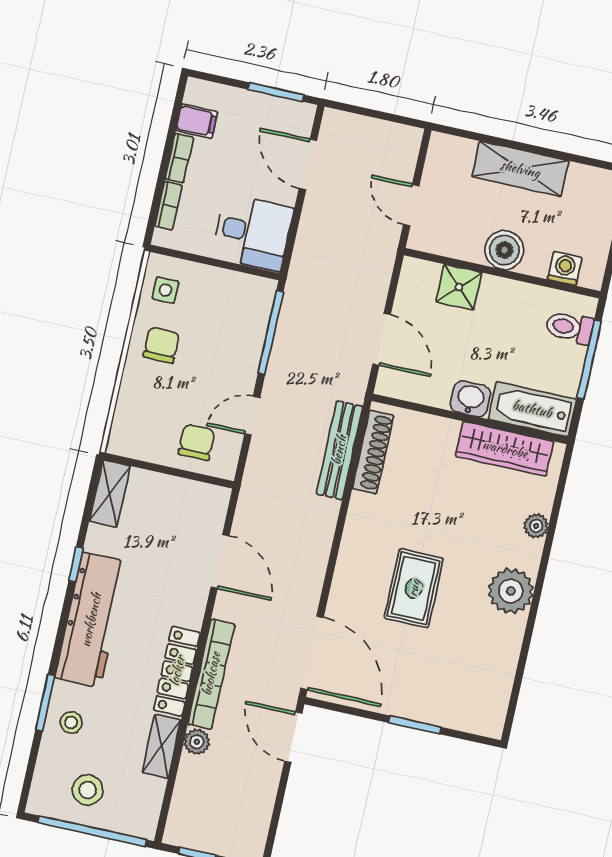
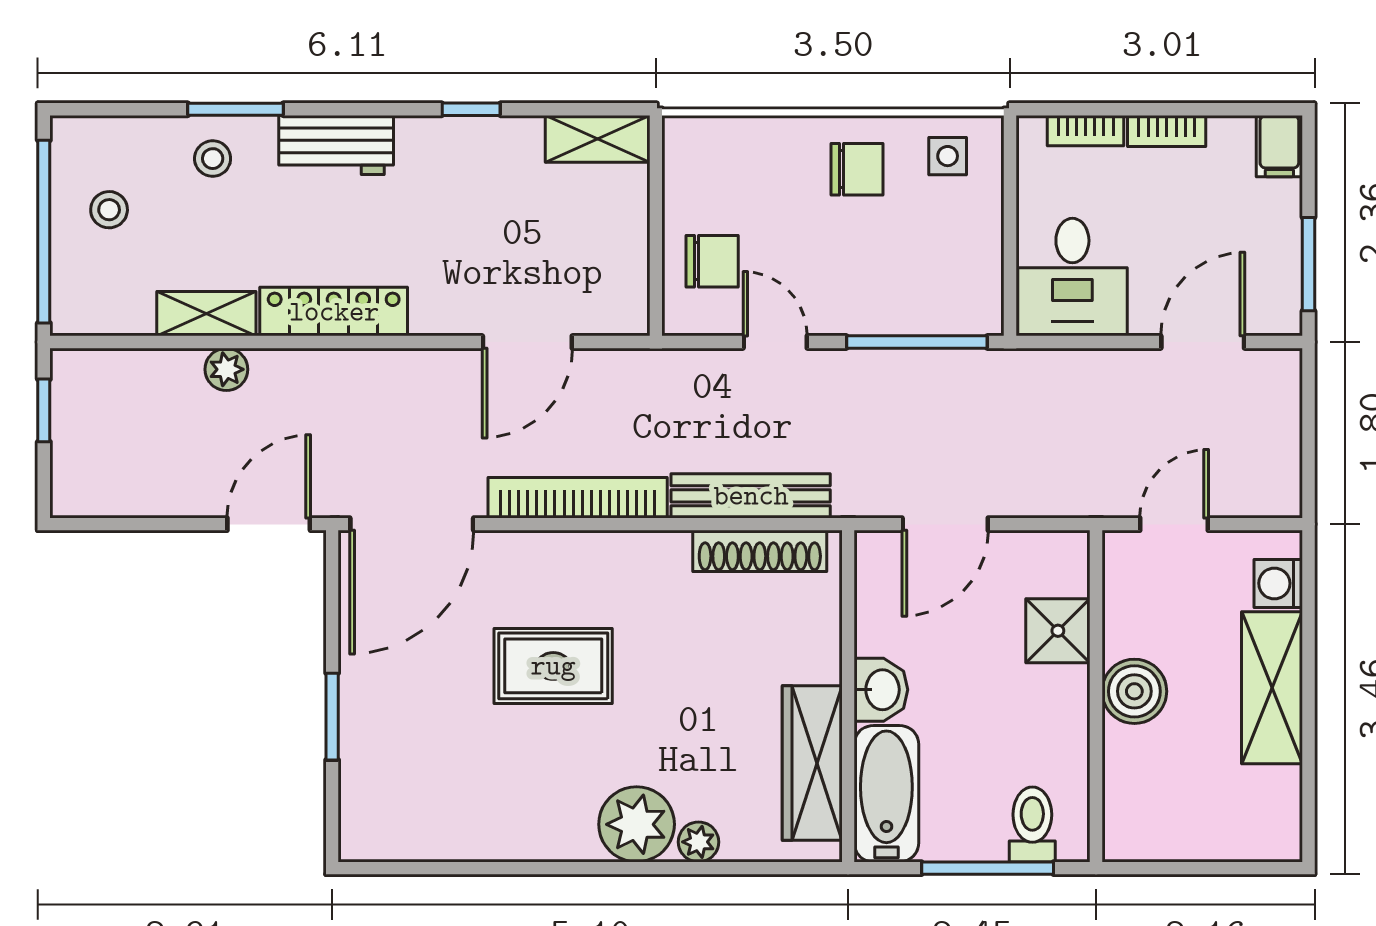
filing cabinet: (197, 121) -> (1279, 146), moved
washing machine: (565, 268) -> (1278, 583), moved, turned 180
plant: (511, 591) -> (637, 824), moved
workbench: (91, 620) -> (336, 145), width x0.53, depth x0.76
bookcase: (211, 674) -> (578, 498), moved, turned 180
stool: (88, 790) -> (109, 210), width x0.73, depth x0.73

